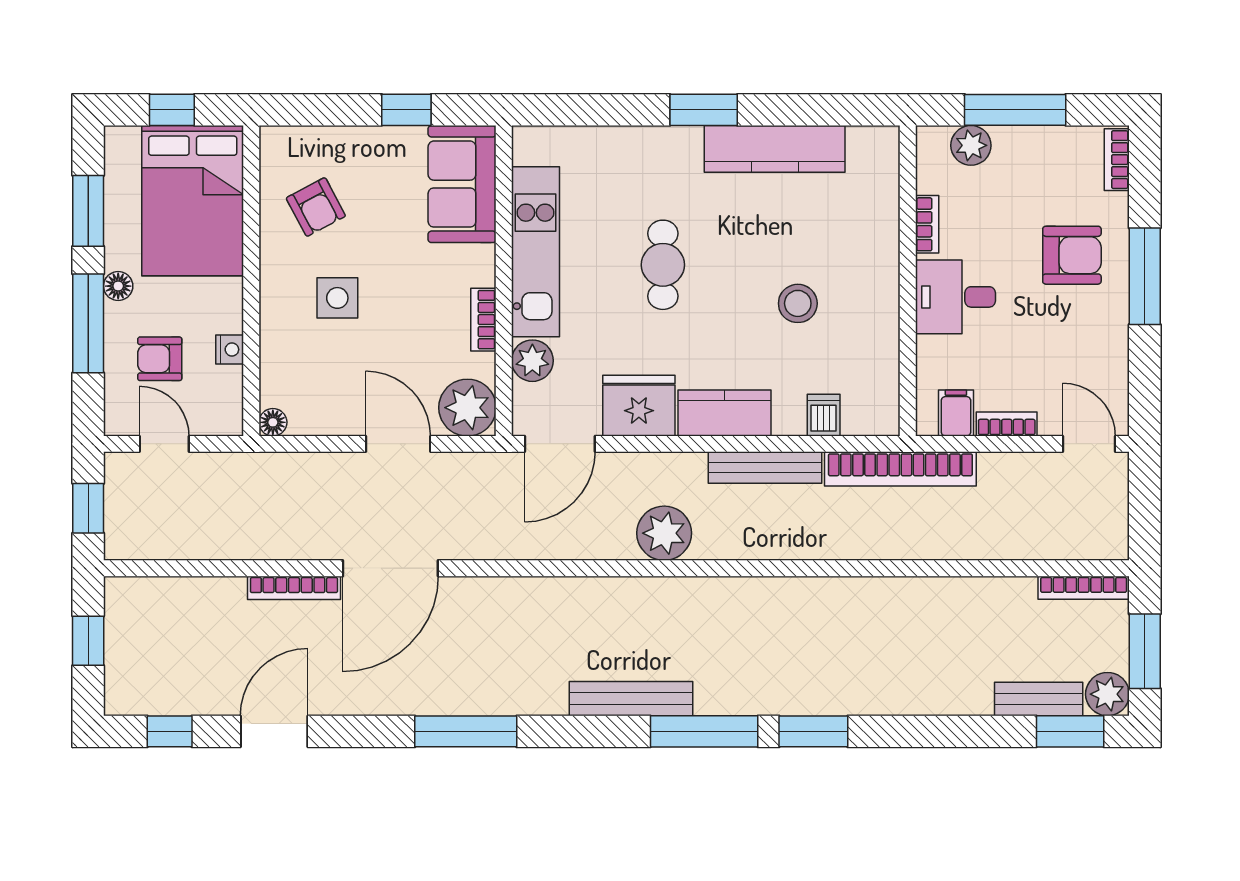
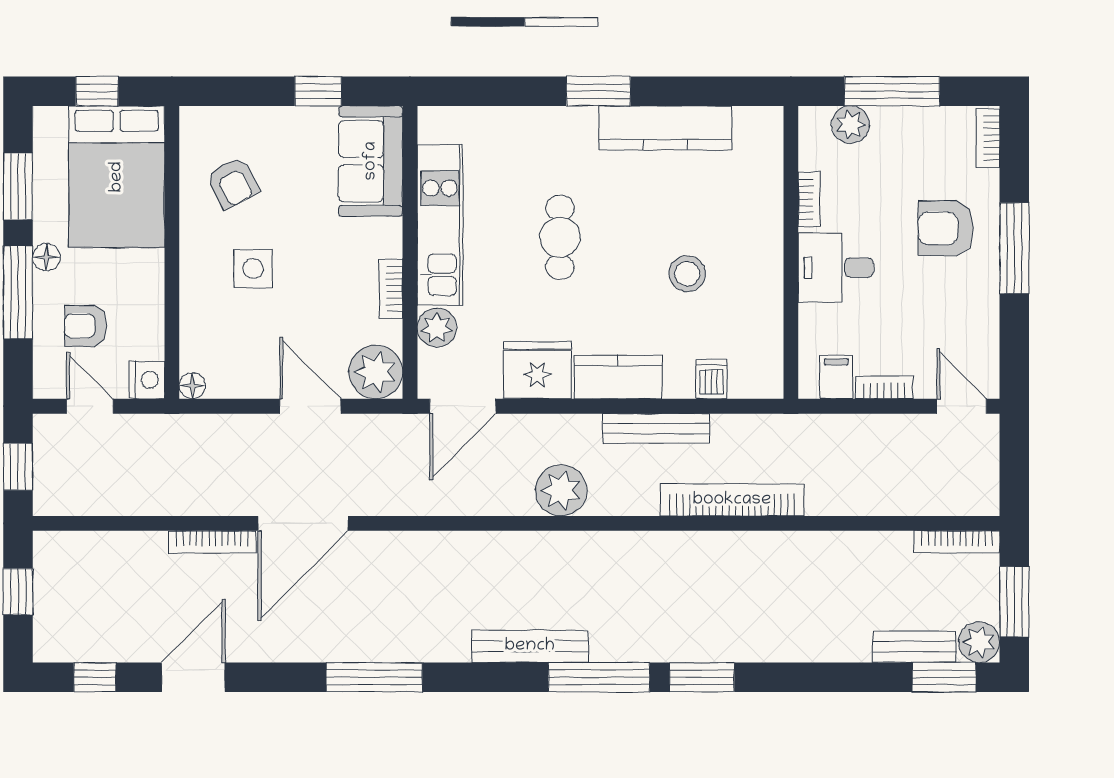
armchair: (1072, 255) -> (946, 228), turned 180
nightstand: (230, 349) -> (147, 380), moved, width x1.39, depth x1.35
bookcase: (900, 469) -> (732, 500), moved, turned 180

